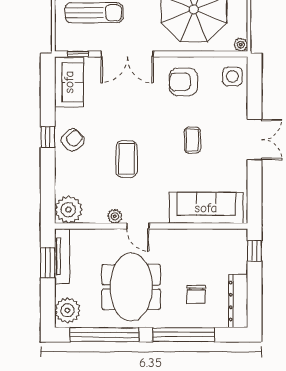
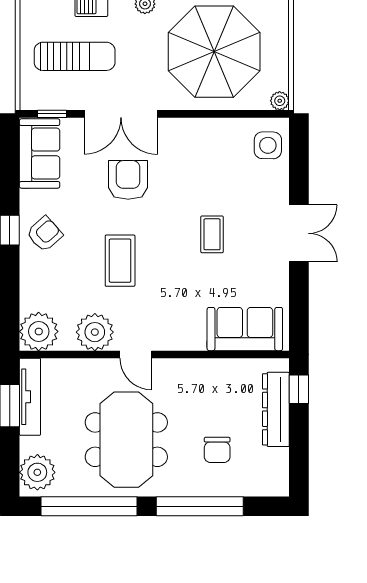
armchair: (183, 82) -> (128, 180), moved, turned 90
sofa: (206, 208) -> (245, 329), width x0.73
plant: (115, 216) -> (95, 332), width x1.88, depth x1.88
dresser: (238, 301) -> (276, 409), moved

